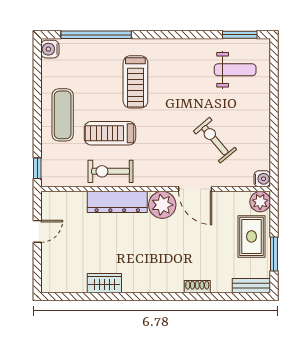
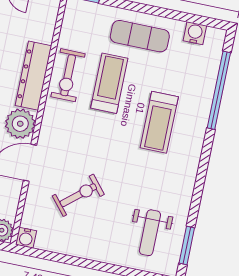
water cooler: (50, 49) -> (195, 33), moved
treadmill: (135, 82) -> (159, 122), turned -90
exercise bike: (110, 171) -> (68, 75), turned 180

